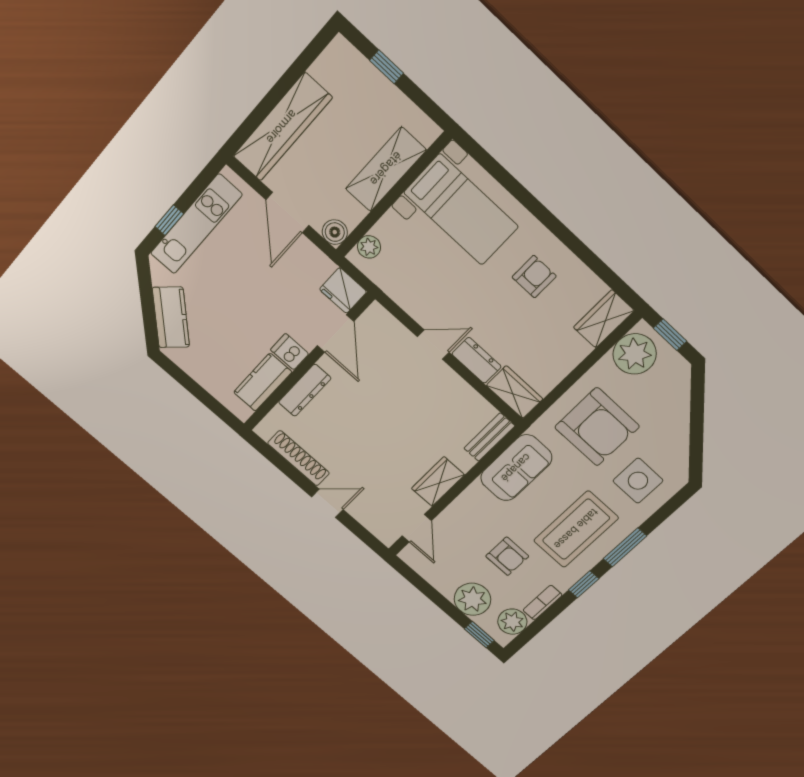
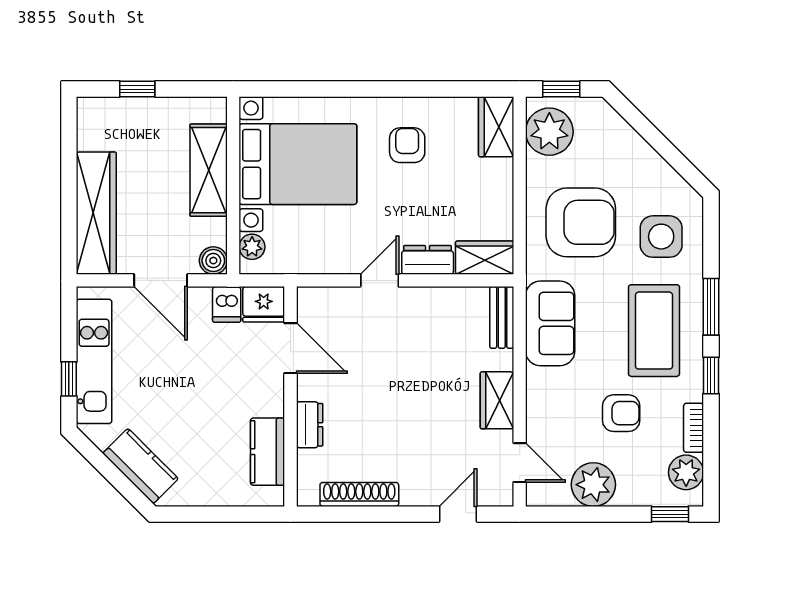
bed with nightstands: (461, 210) -> (298, 164), width x1.36
dishwasher: (290, 352) -> (227, 304), moved, turned -90
dresser: (305, 390) -> (310, 425), width x0.70
door: (327, 503) -> (458, 514), moved
plant: (472, 599) -> (593, 485), moved

